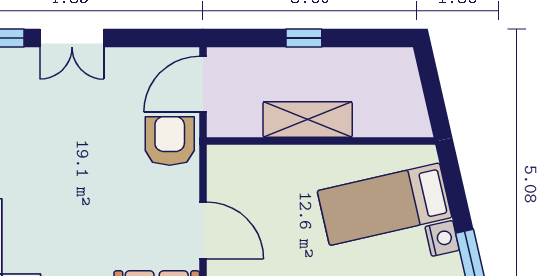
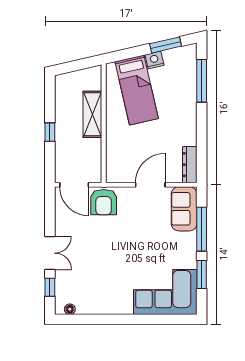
shelving: (308, 119) -> (92, 114), moved
armchair: (170, 141) -> (104, 202), turned -90

